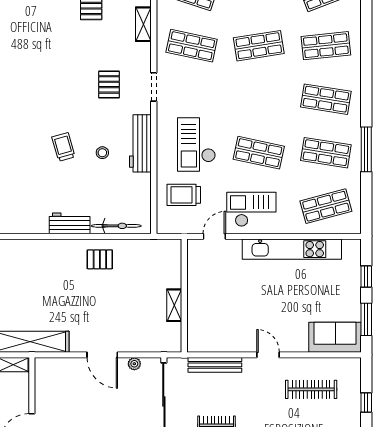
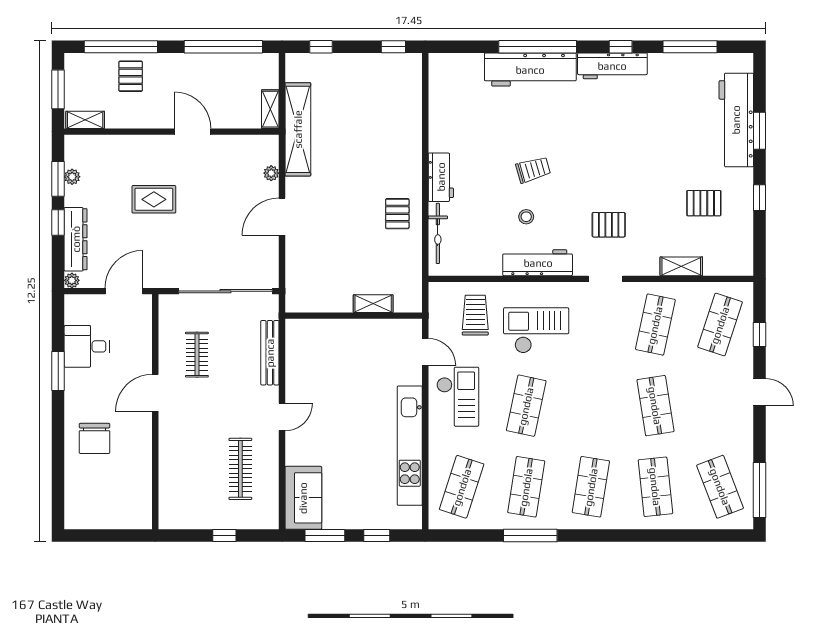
shop shelf: (326, 206) -> (462, 487), turned 33
shelving: (174, 305) -> (373, 304), moved
plant: (134, 364) -> (271, 173), moved

